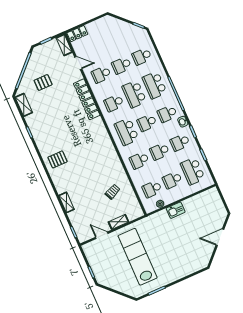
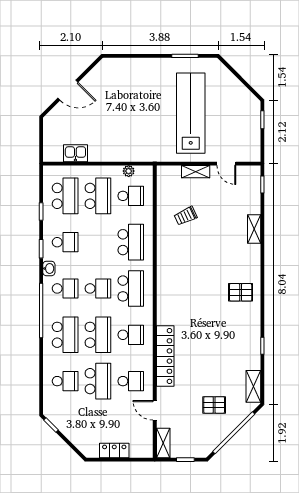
locker: (77, 34) -> (114, 451), moved
school desk: (122, 65) -> (98, 381), width x1.85
school desk: (160, 151) -> (98, 242), removed
school desk: (139, 160) -> (131, 242), width x1.85
school desk: (172, 180) -> (98, 196), width x1.85
kitchen sink: (176, 210) -> (75, 153), moved
lab bench: (138, 257) -> (191, 113), turned 180

